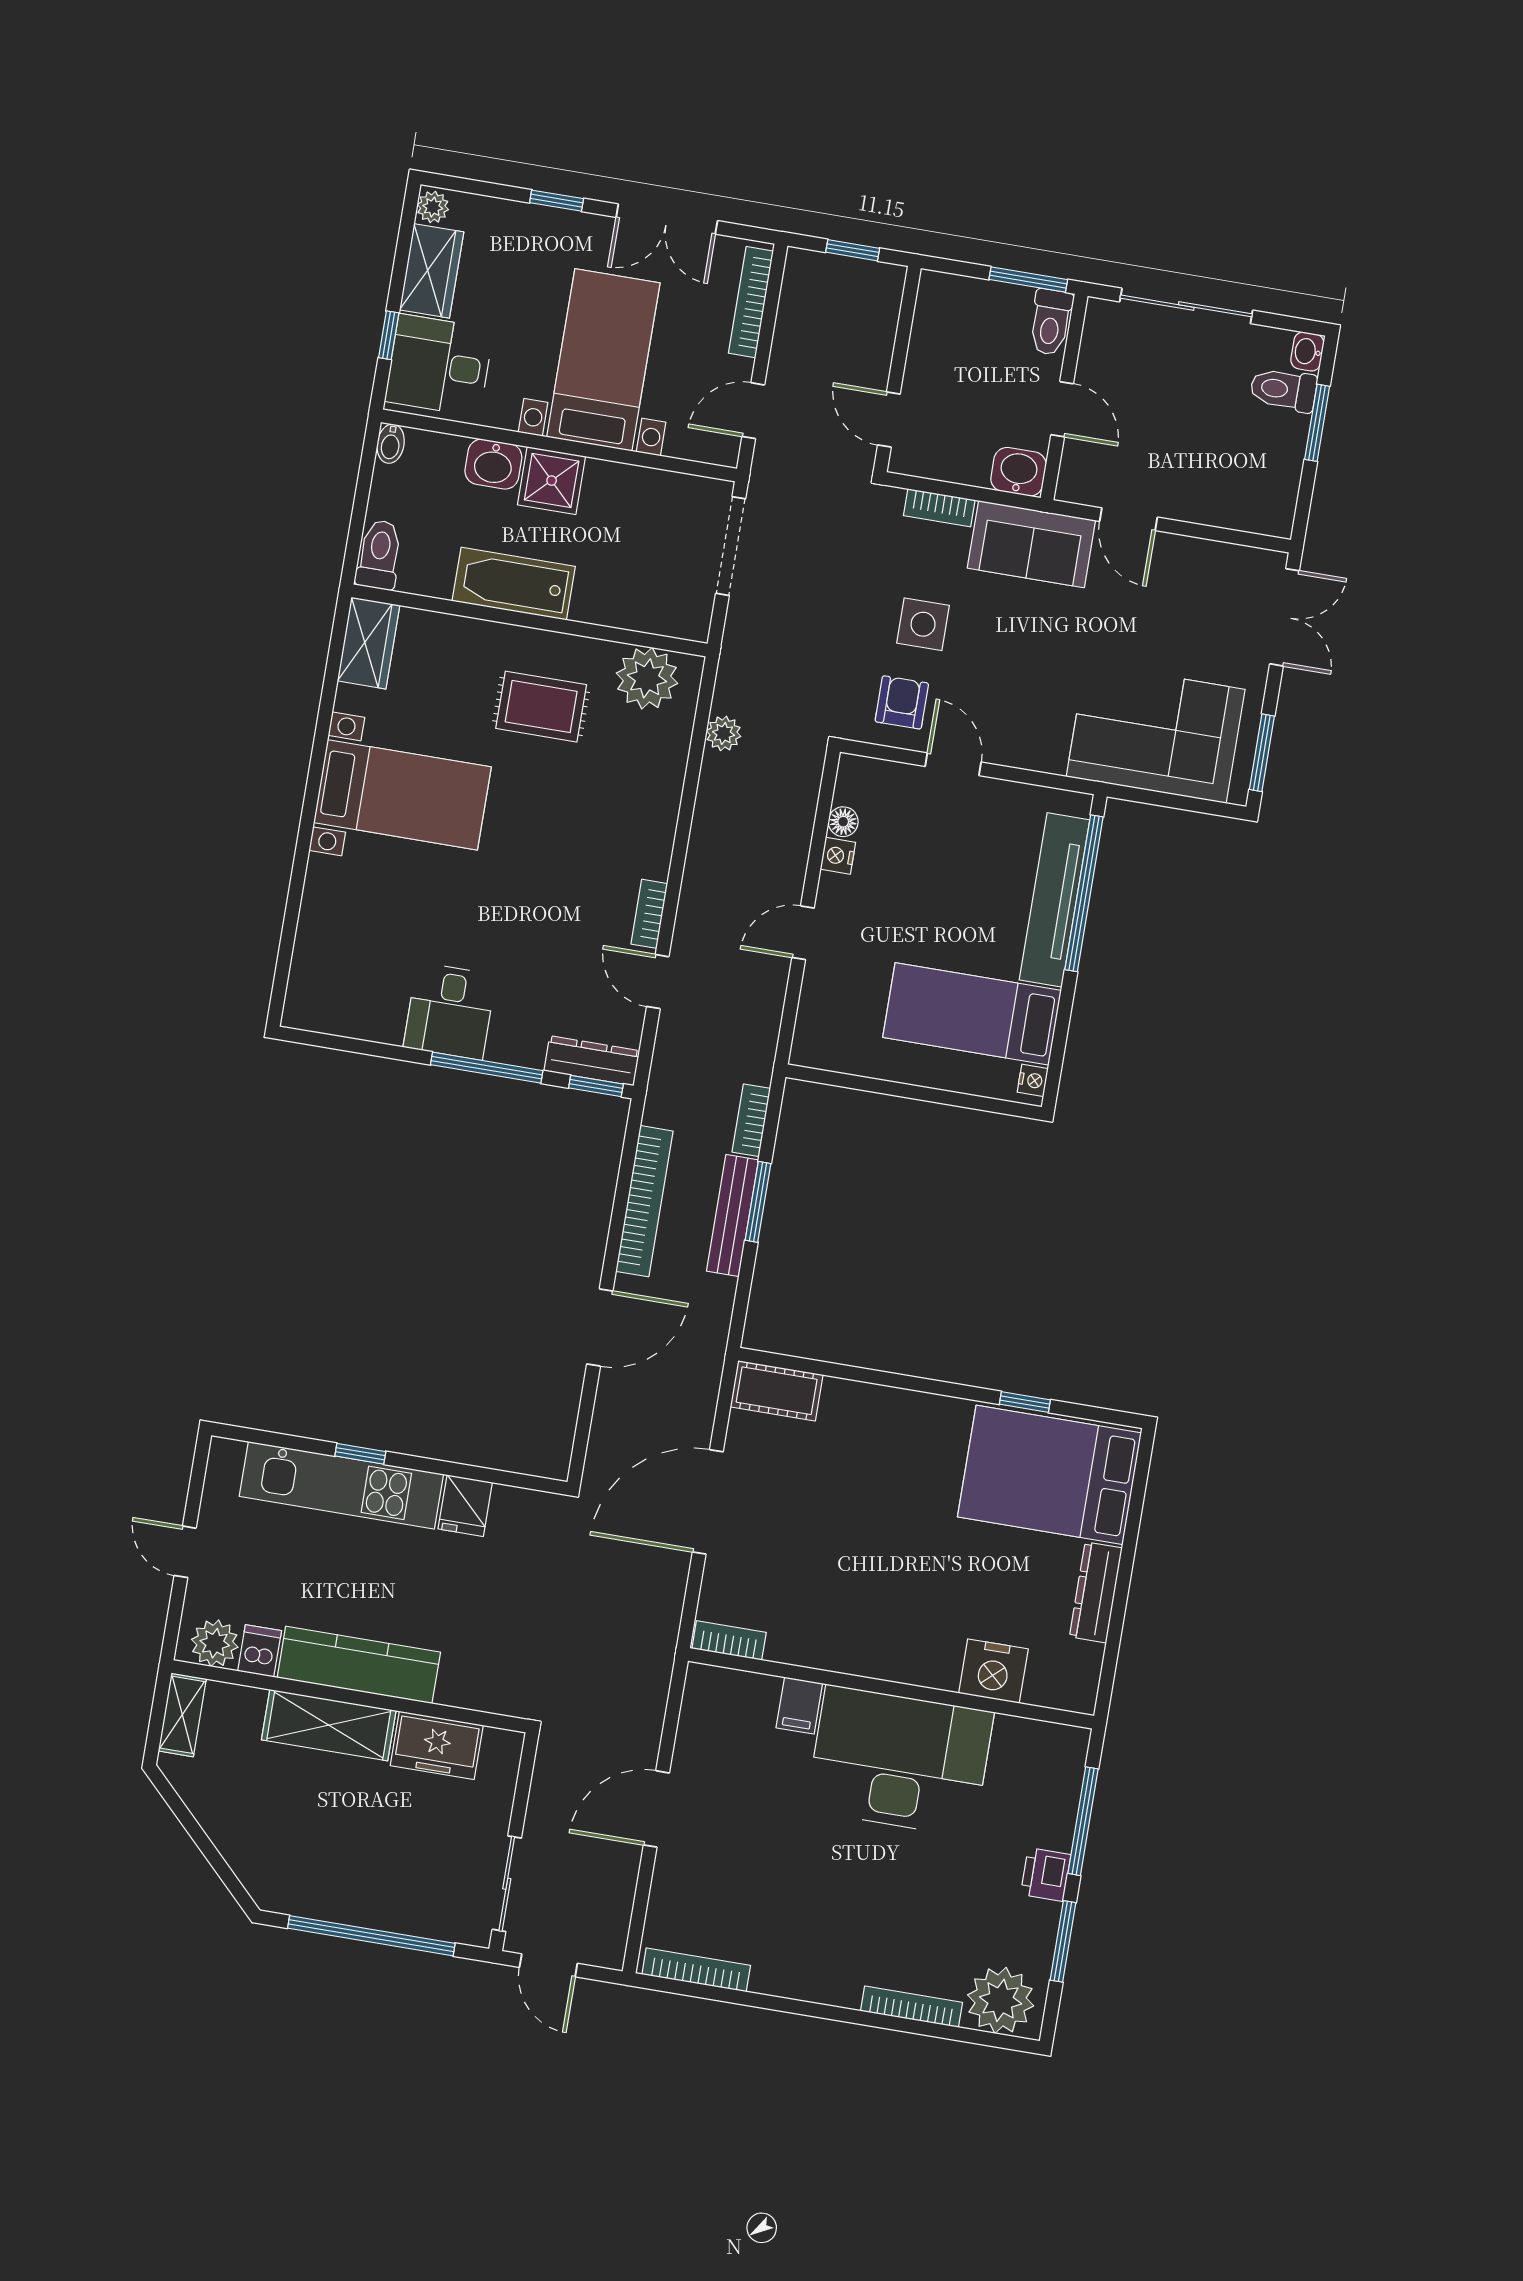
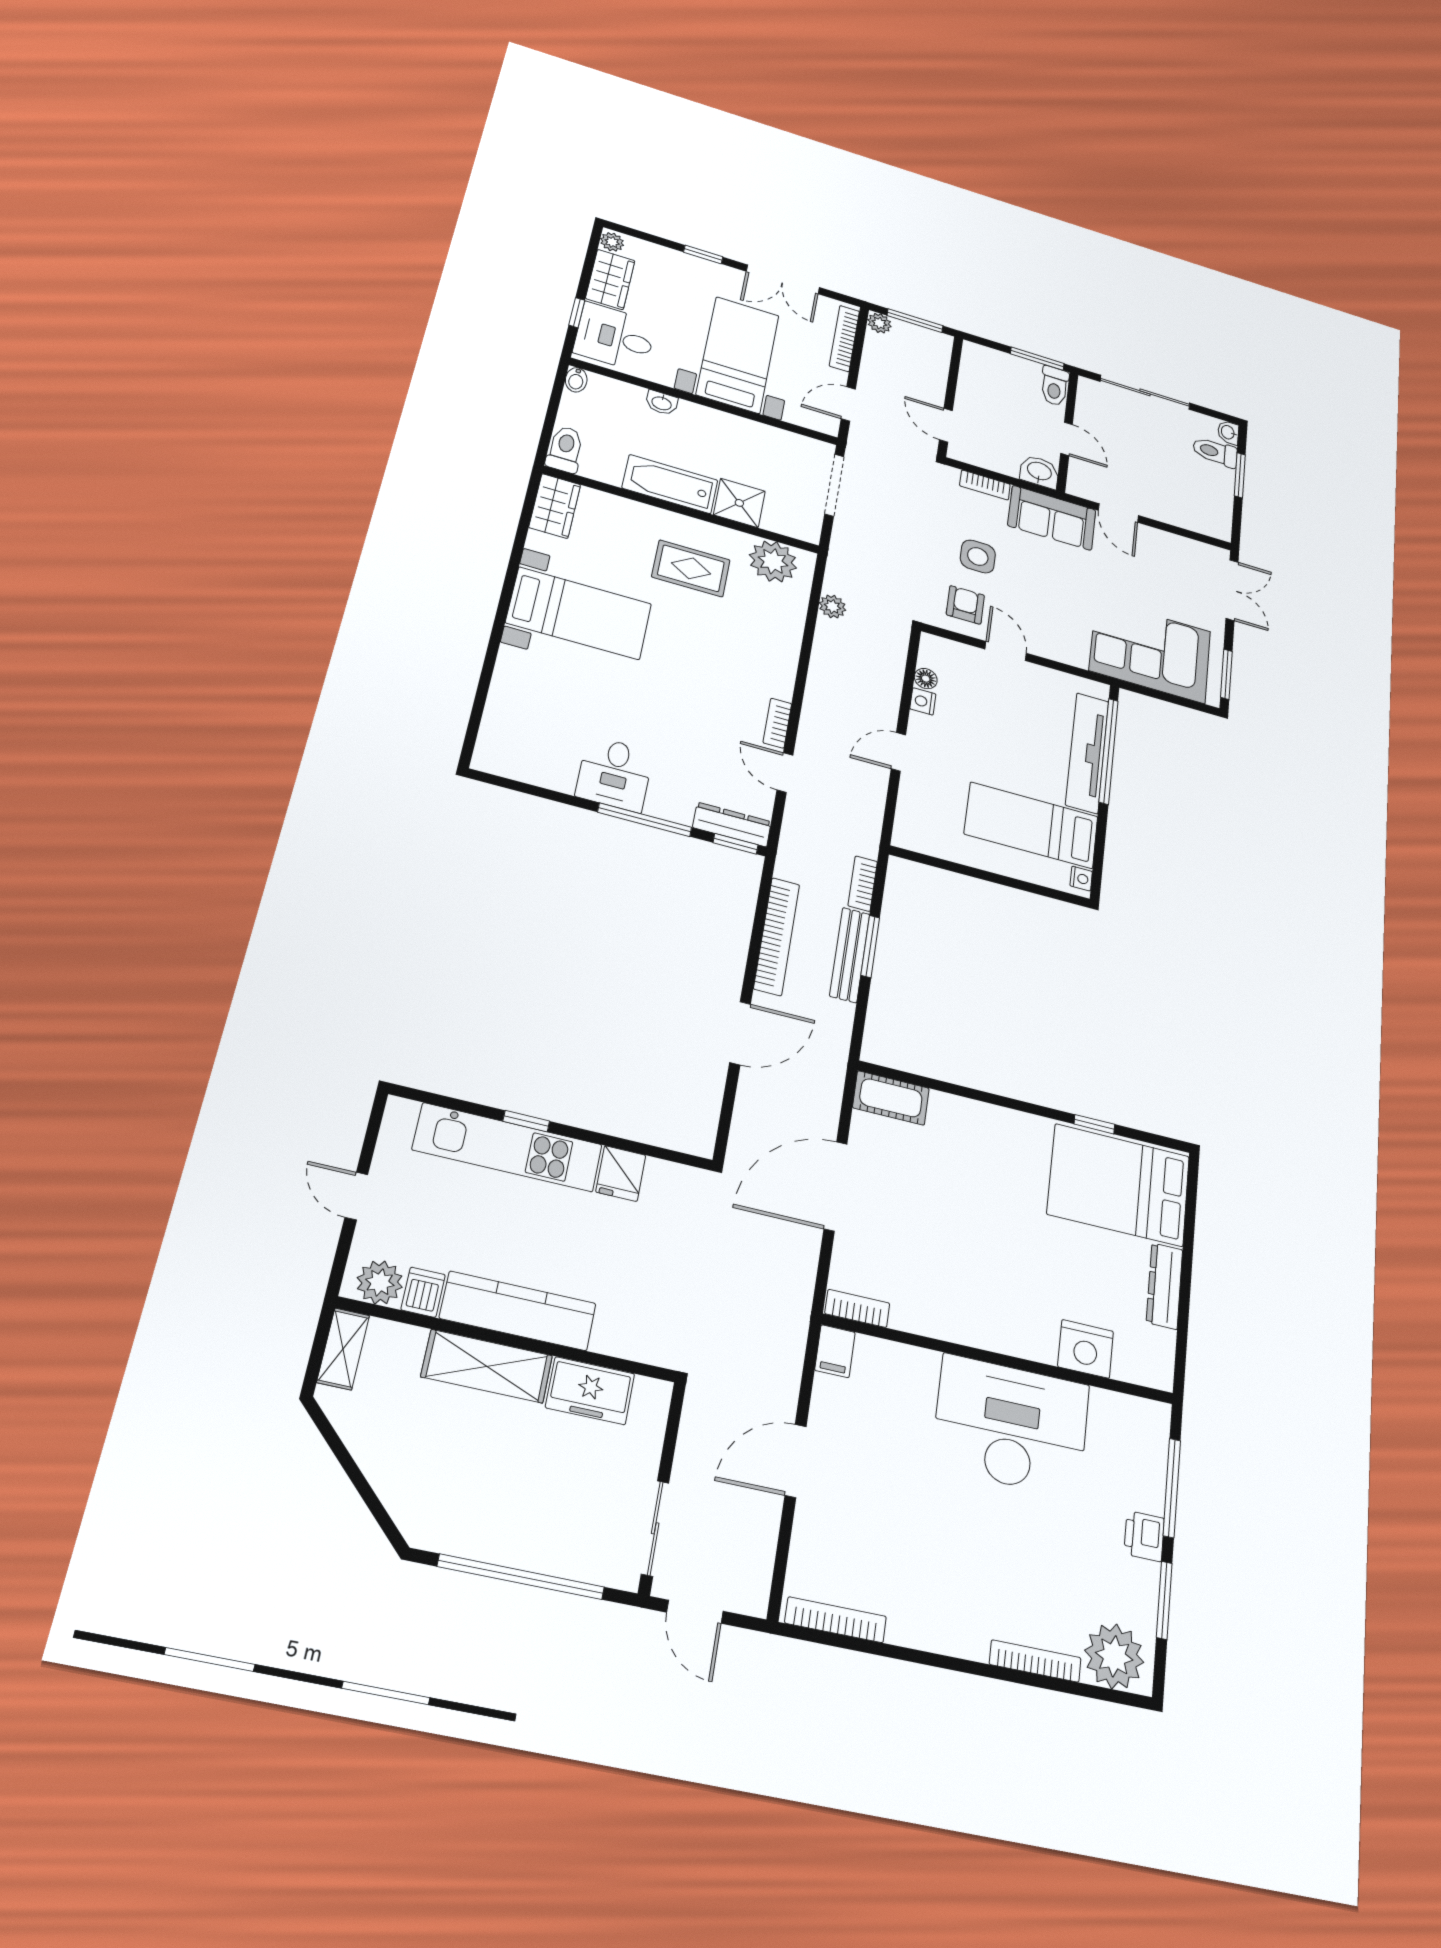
window: (853, 250) -> (915, 321), width x1.50
plant: (801, 265) -> (879, 323), added
washbasin: (493, 464) -> (662, 403), width x0.72, depth x0.69
shower: (552, 481) -> (739, 503), moved
filing cabinet: (799, 1706) -> (835, 1351), moved

